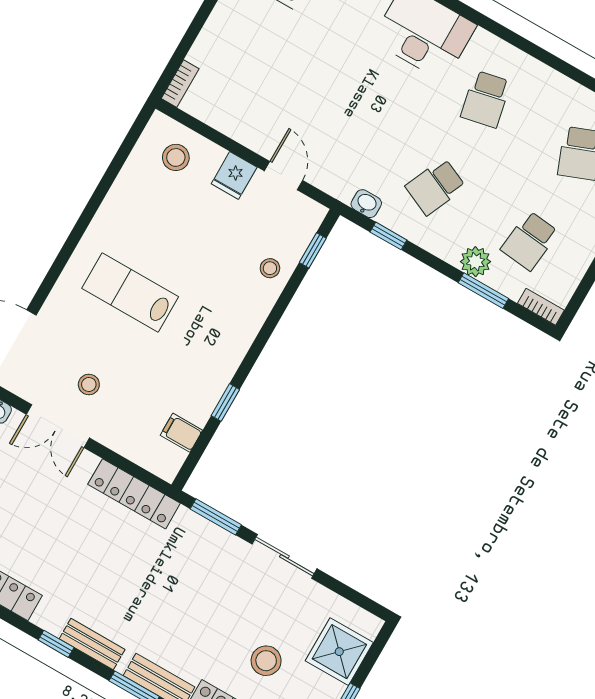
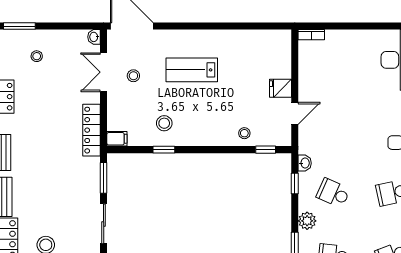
stool: (176, 157) -> (164, 123), moved
plant: (475, 262) -> (307, 221), moved
lab bench: (130, 293) -> (192, 70), turned -90
filing cabinet: (181, 433) -> (117, 139), moved, turned 90

